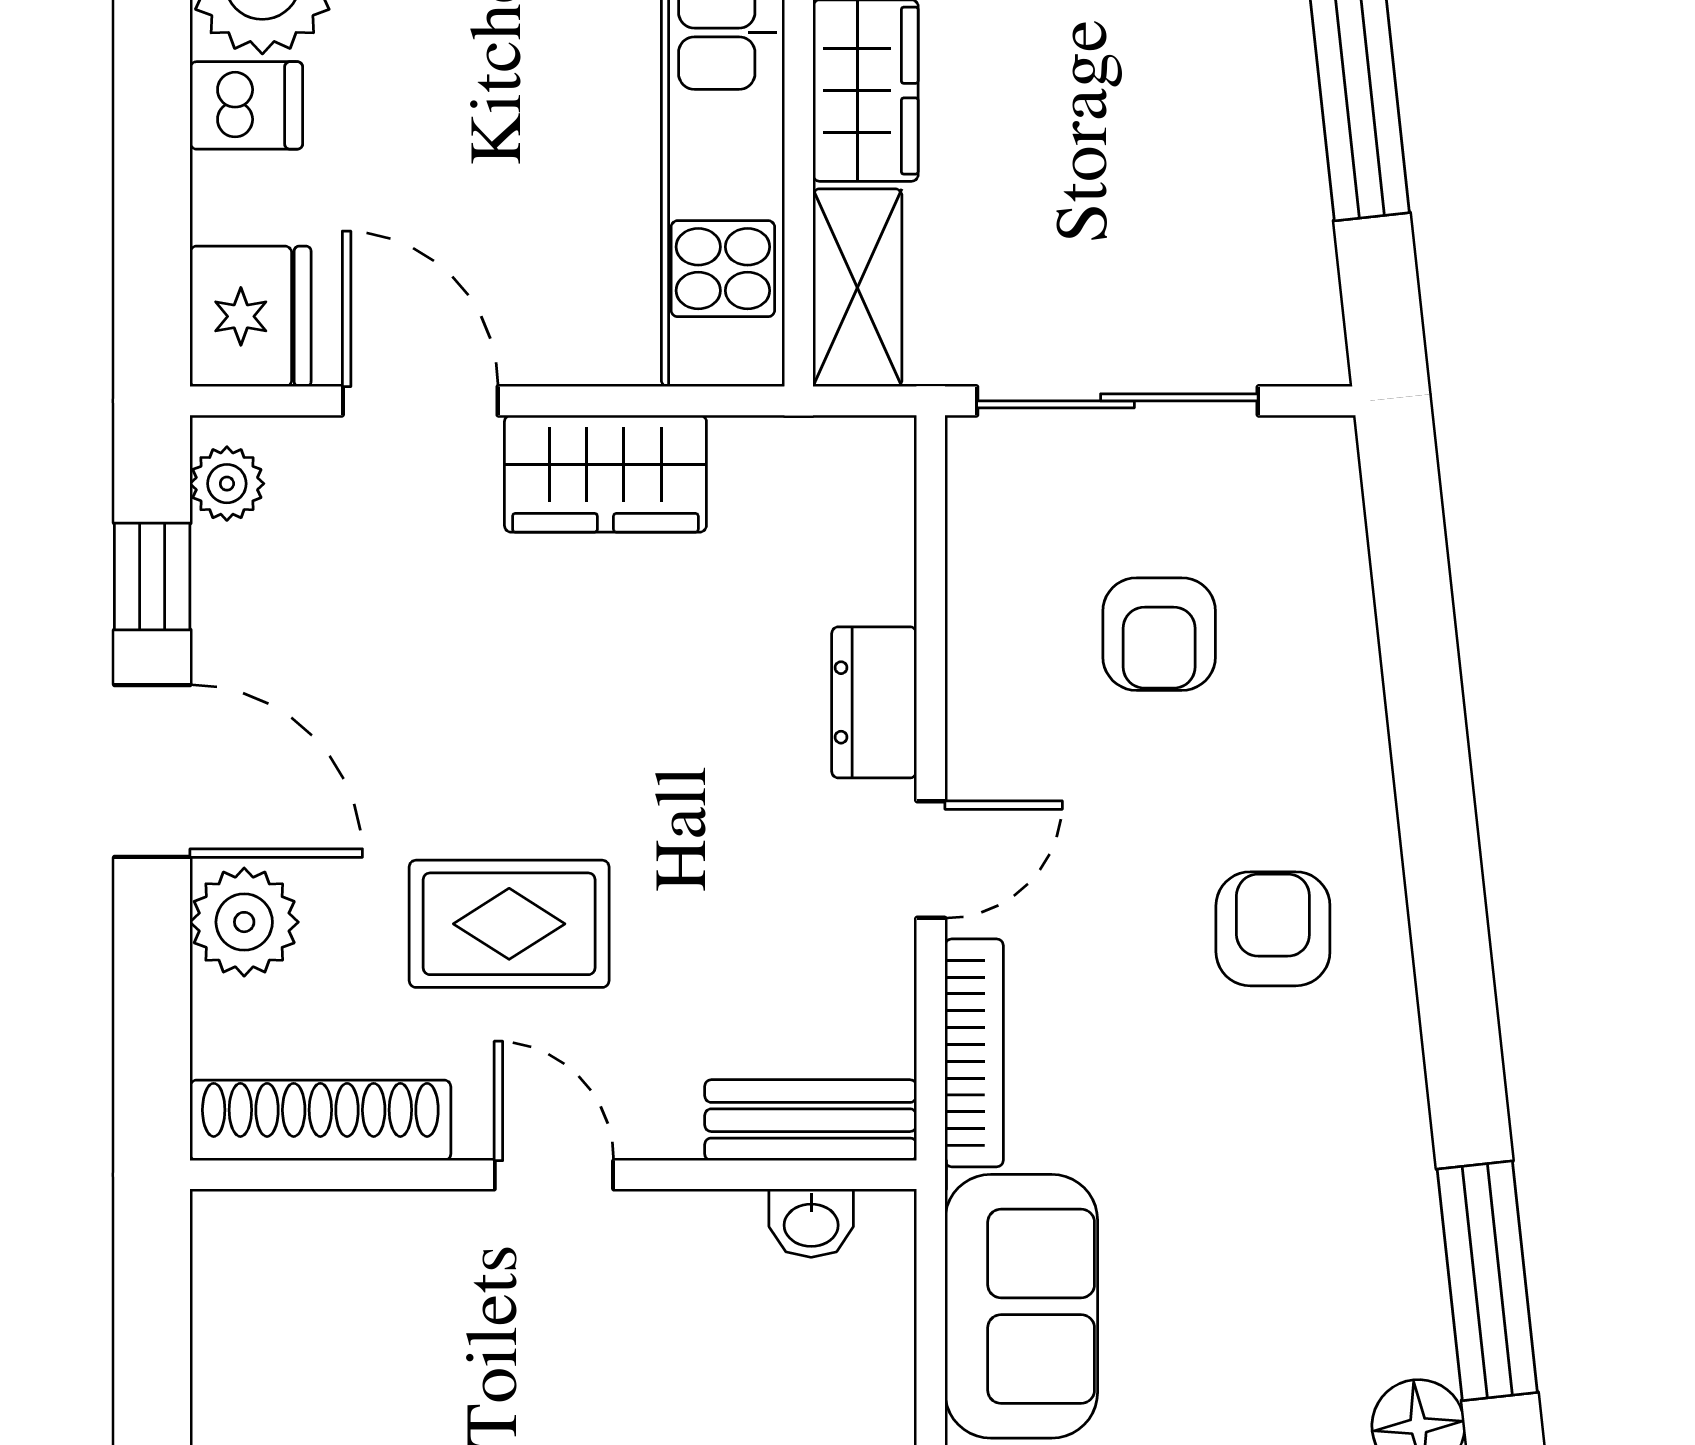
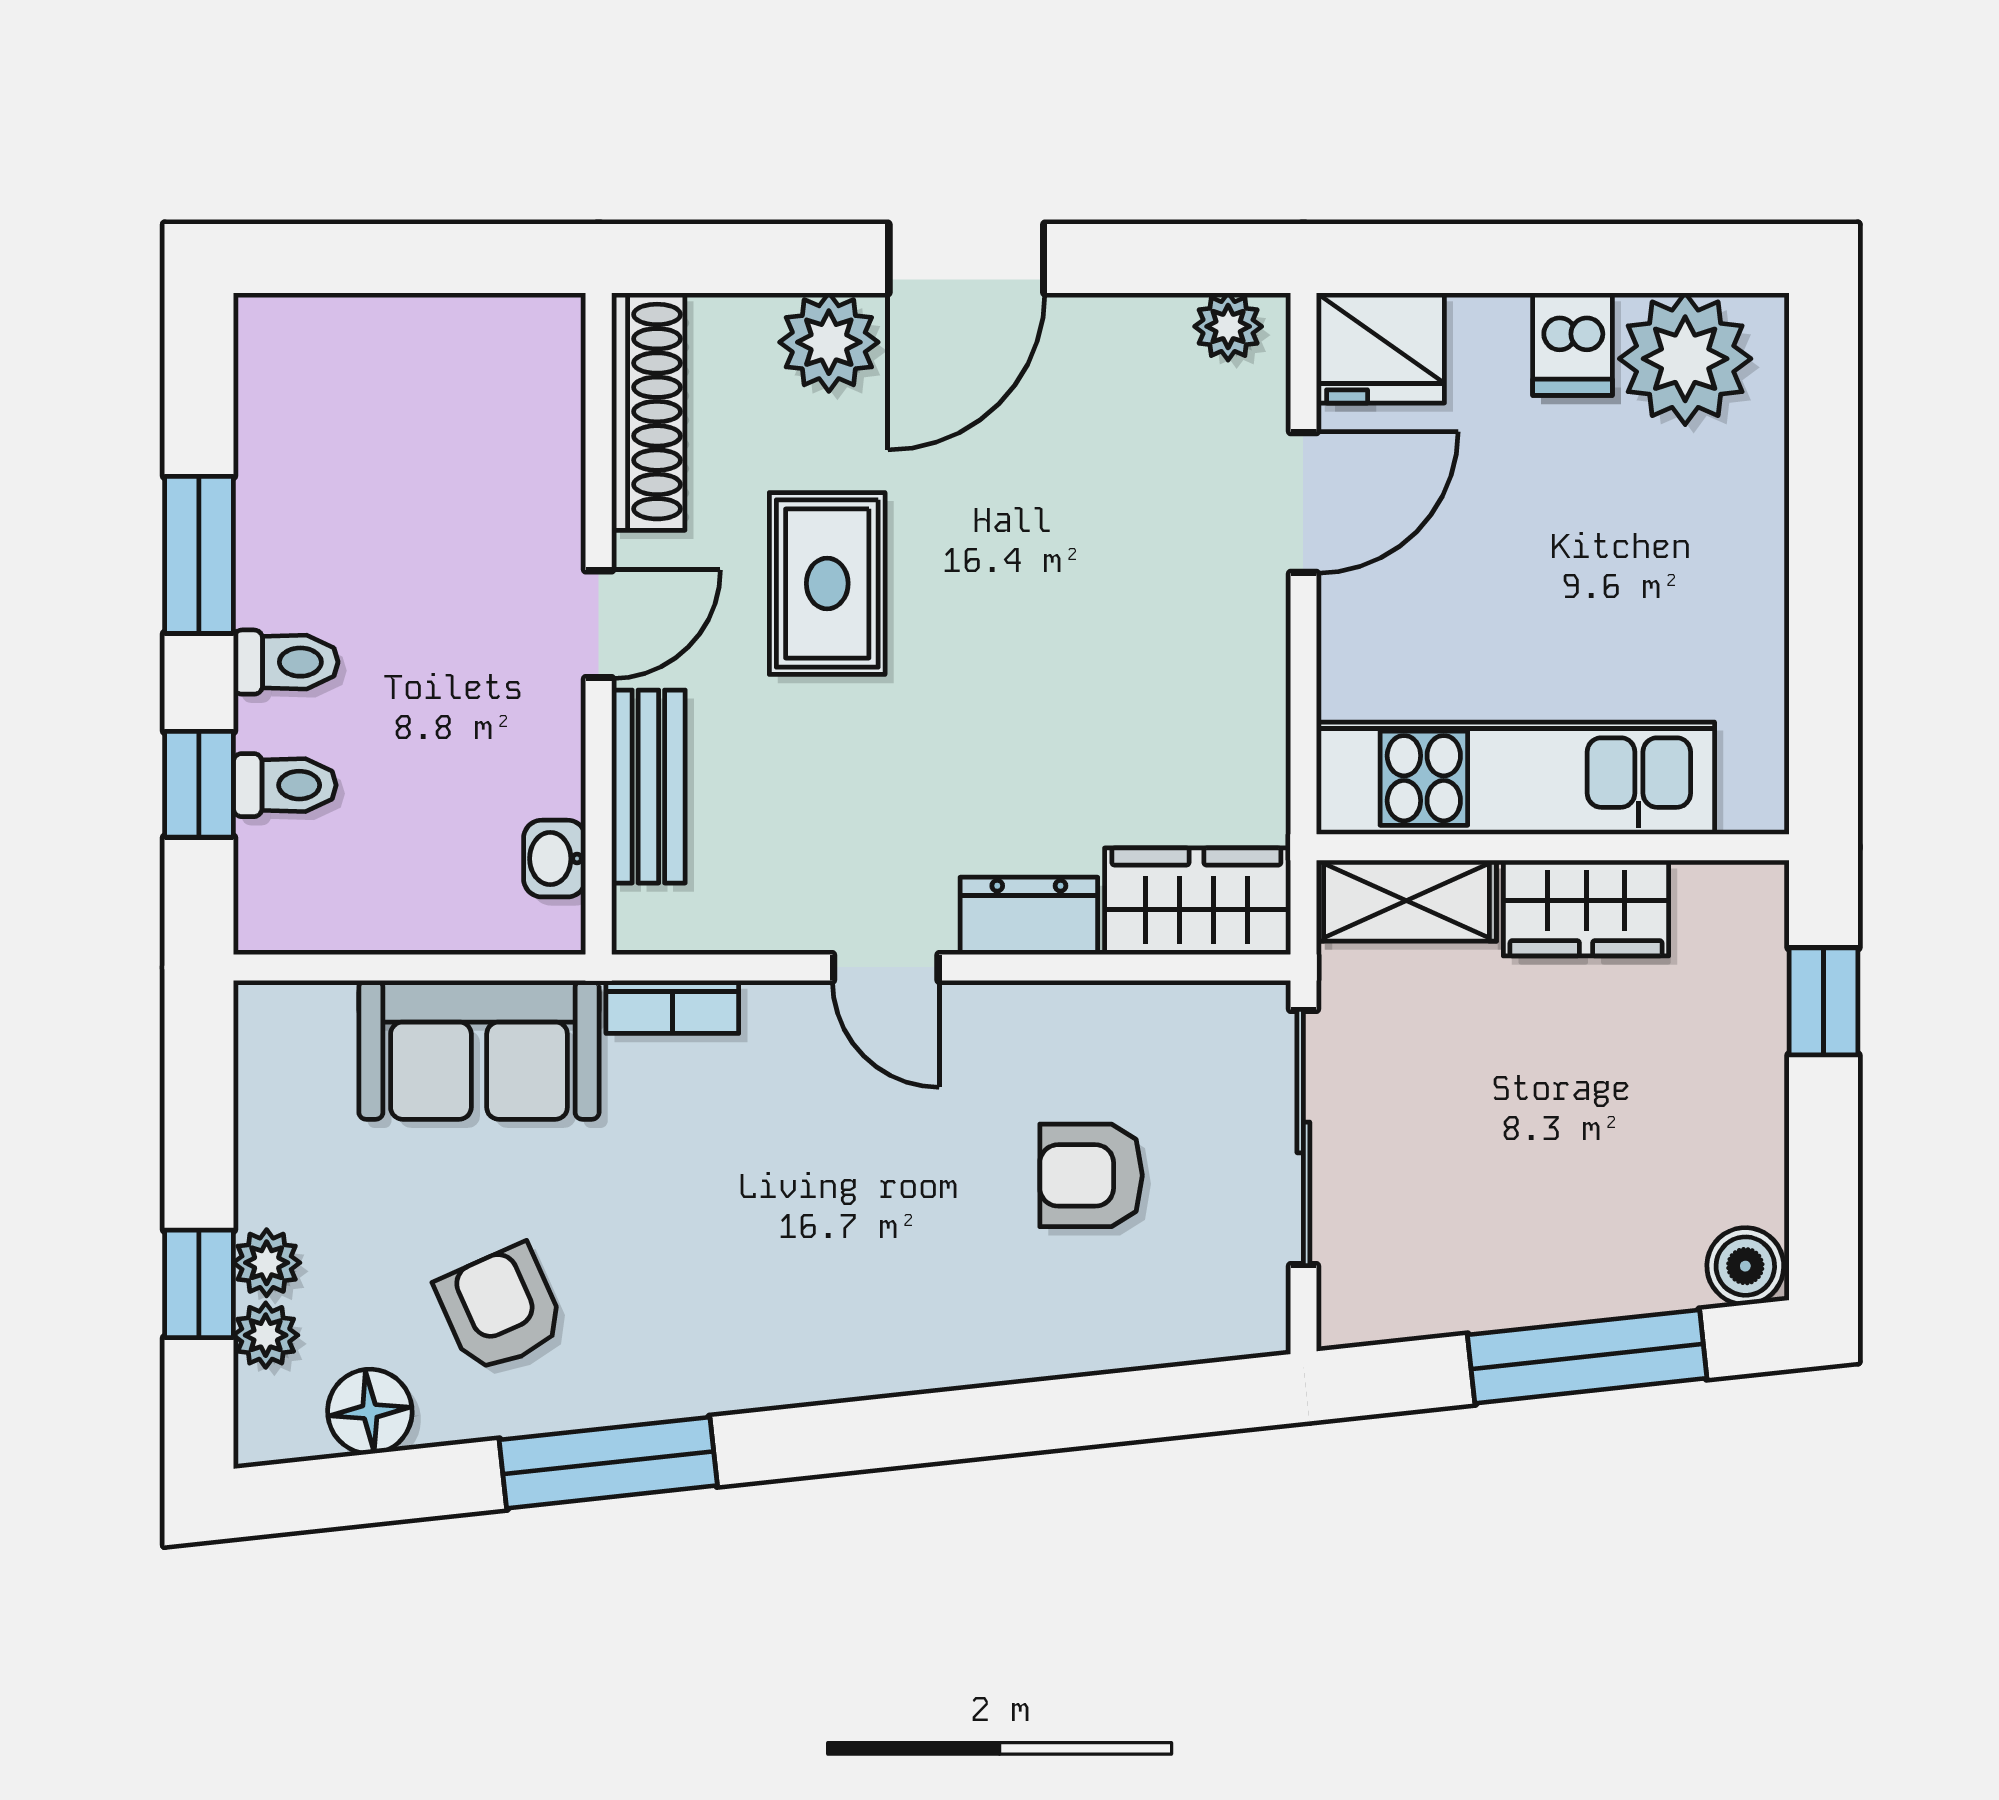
wardrobe: (605, 474) -> (1196, 901), moved, turned 90
window: (152, 577) -> (1143, 258), removed
armchair: (1273, 929) -> (500, 1309), moved, turned -114
bookcase: (974, 1053) -> (672, 1007), width x0.64
bench: (811, 1120) -> (648, 787), moved
window: (1487, 1281) -> (608, 1463), moved

